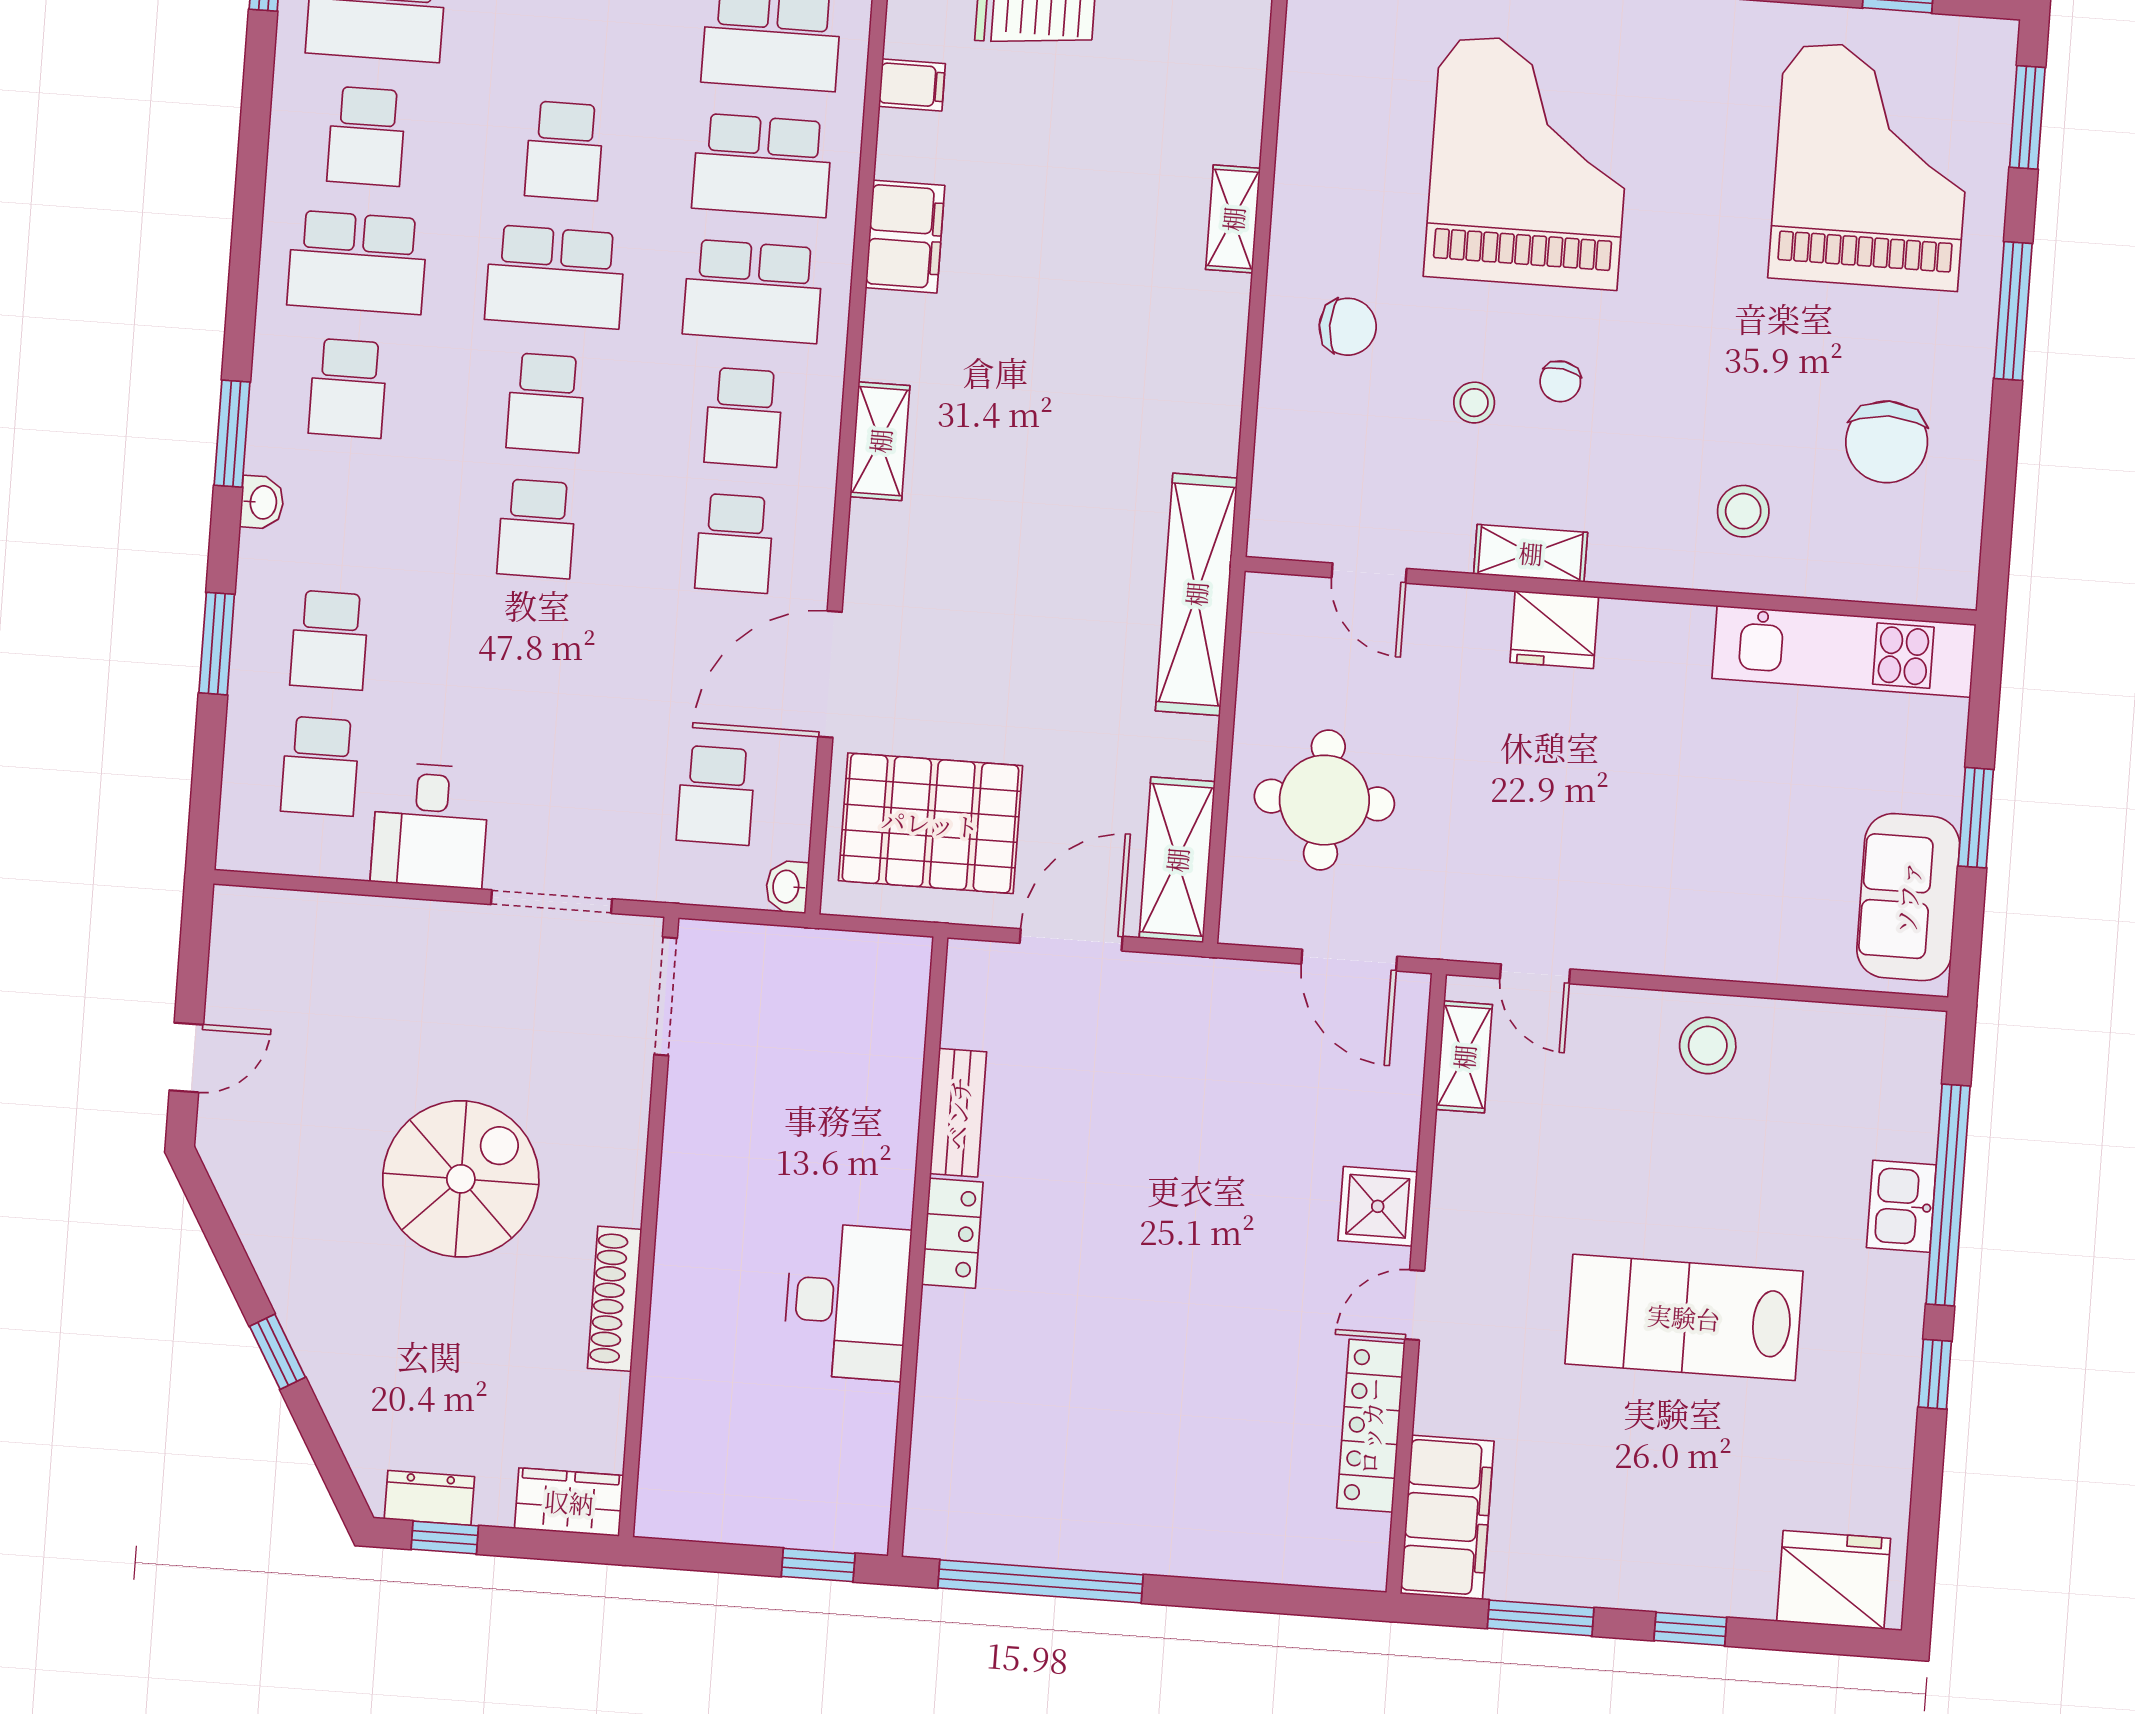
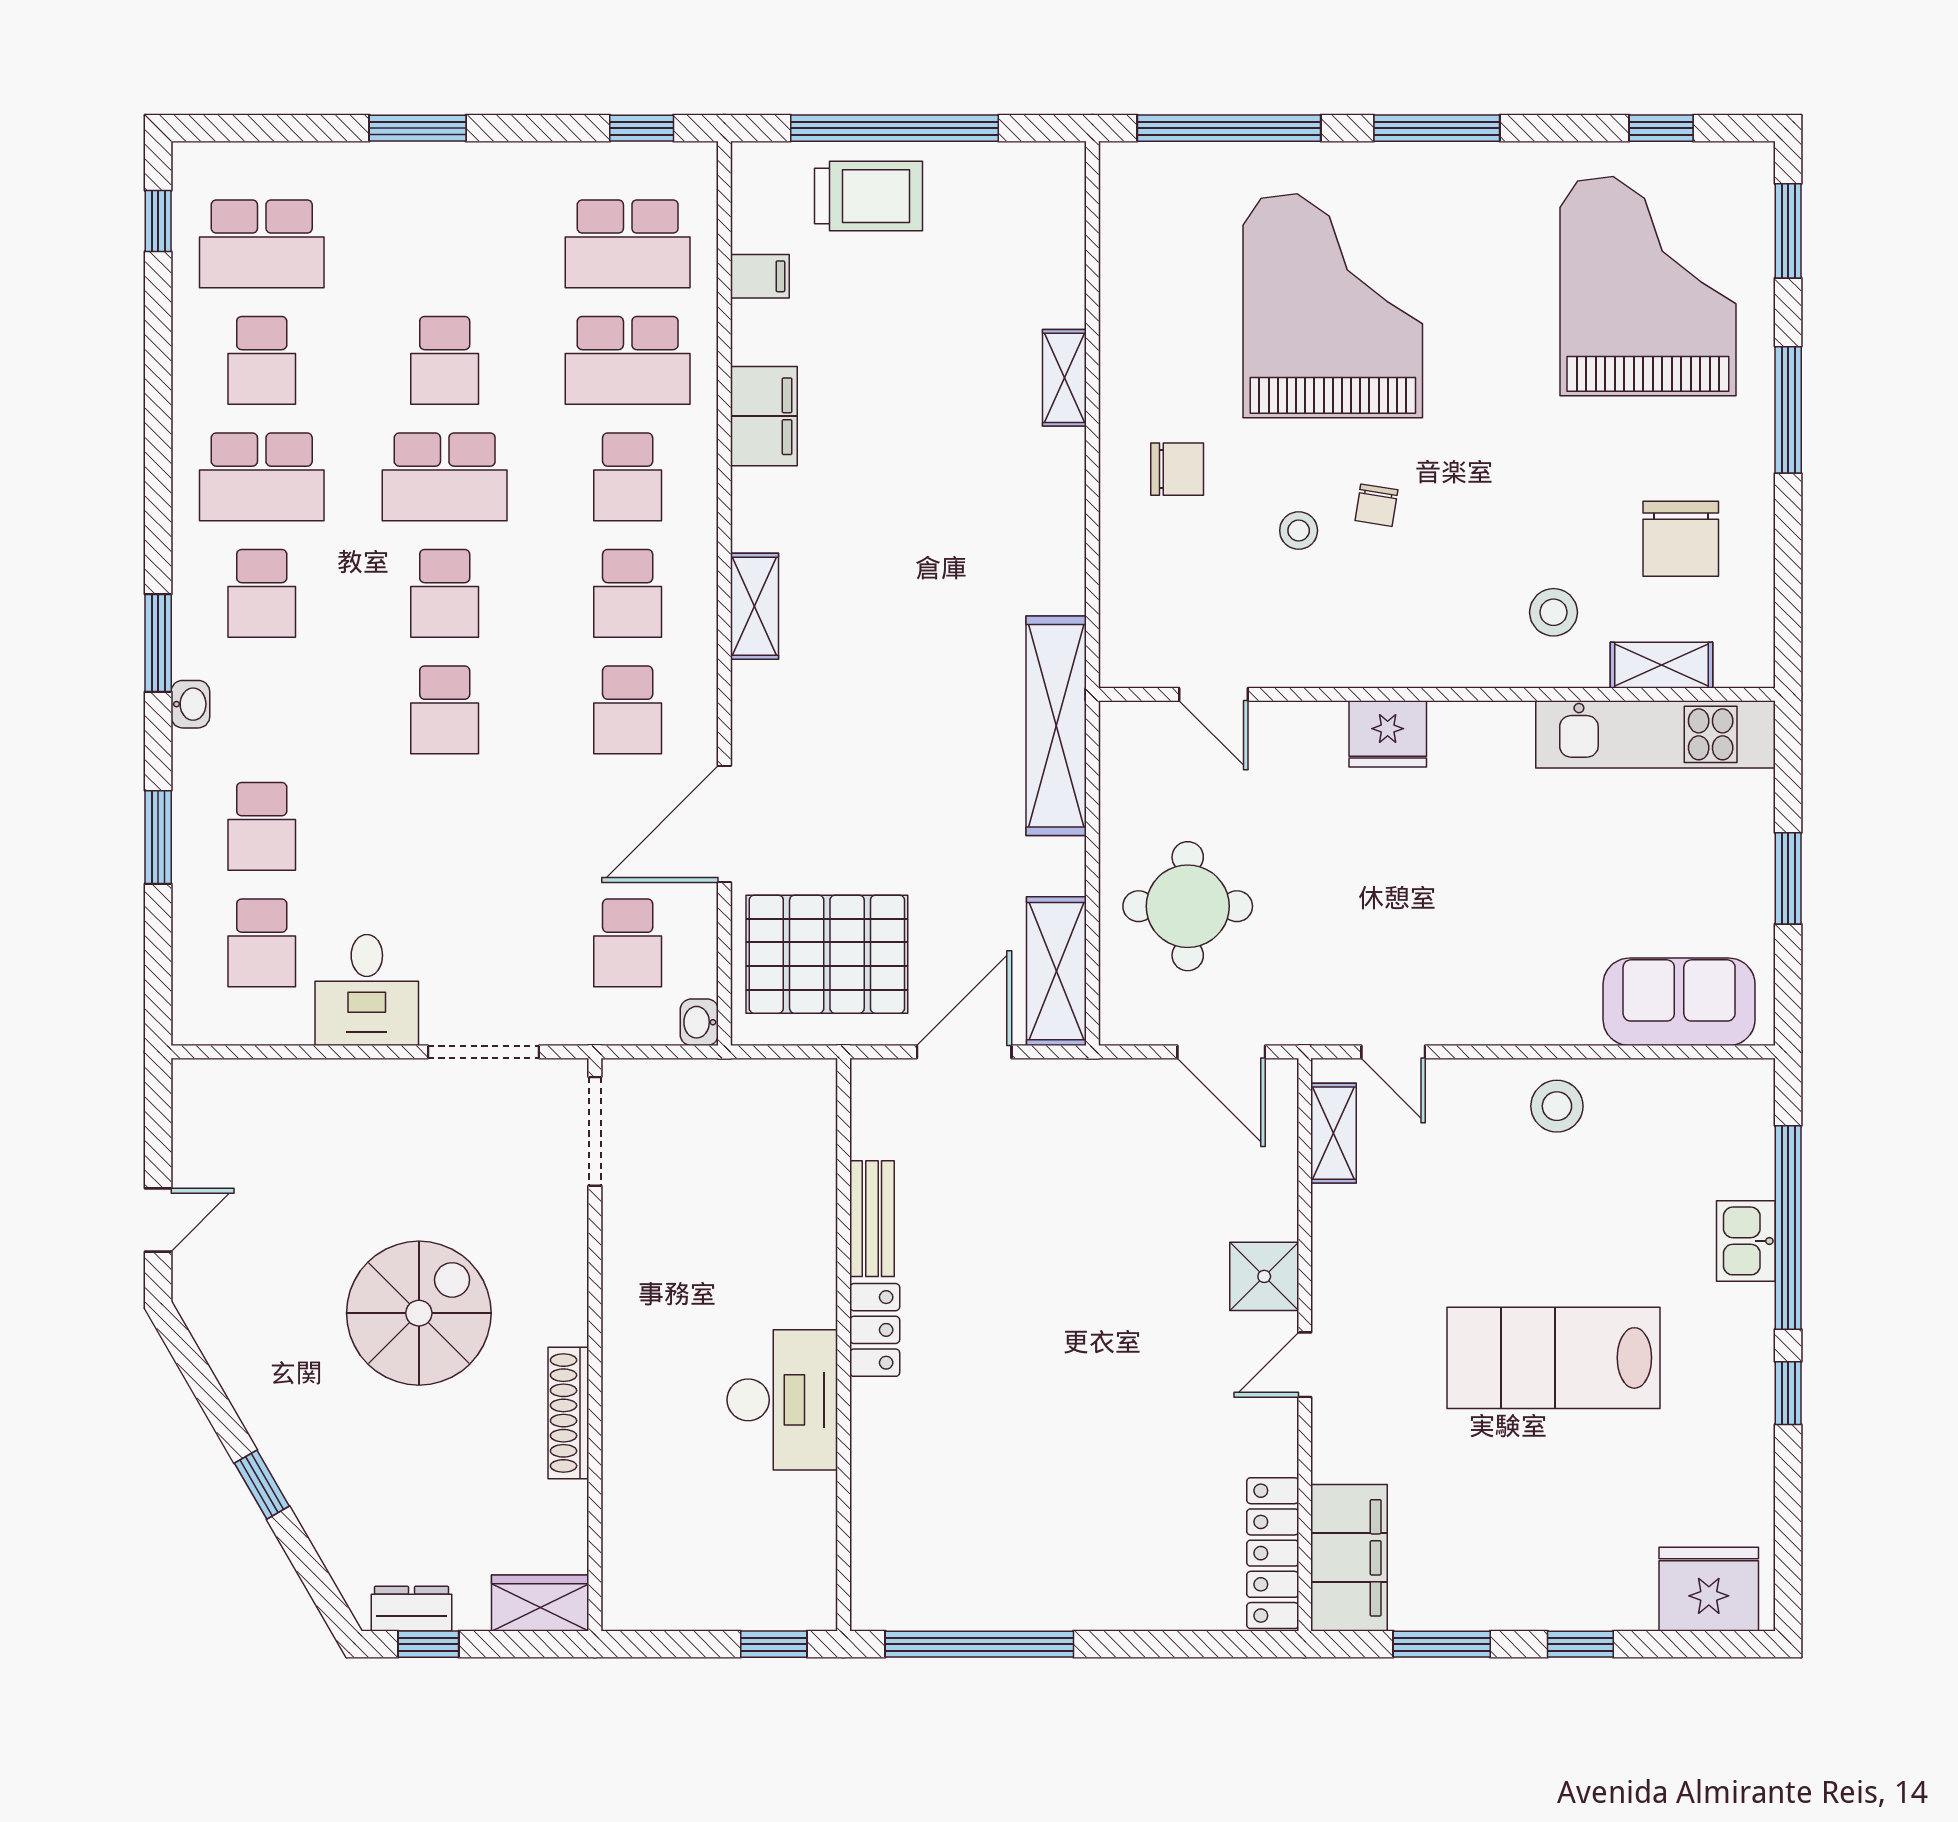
school desk: (753, 291) -> (628, 477), width x0.54
shelving: (1531, 553) -> (1661, 665), moved
sofa: (1908, 897) -> (1679, 1002), moved, turned 90
locker: (1371, 1426) -> (1273, 1553), moved

